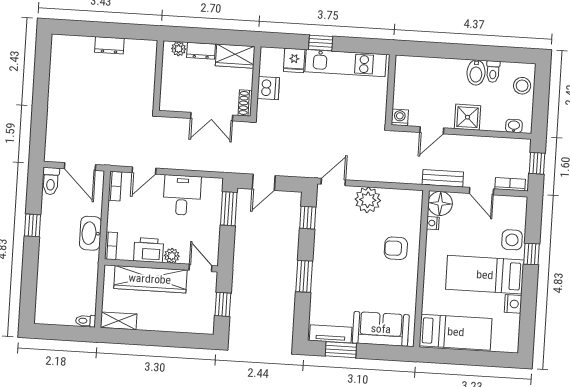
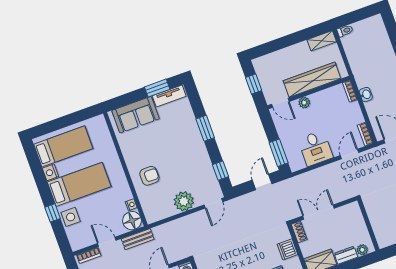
washbasin: (90, 233) -> (366, 95), width x0.52, depth x0.69
printer: (149, 250) -> (322, 100), removed
bed: (456, 332) -> (63, 146), moved, turned 180

